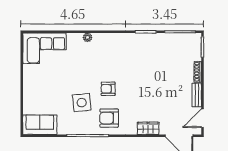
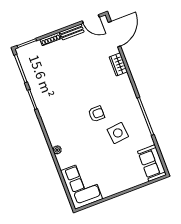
armchair: (108, 89) -> (96, 114), turned -90
armchair: (109, 118) -> (122, 103), removed

